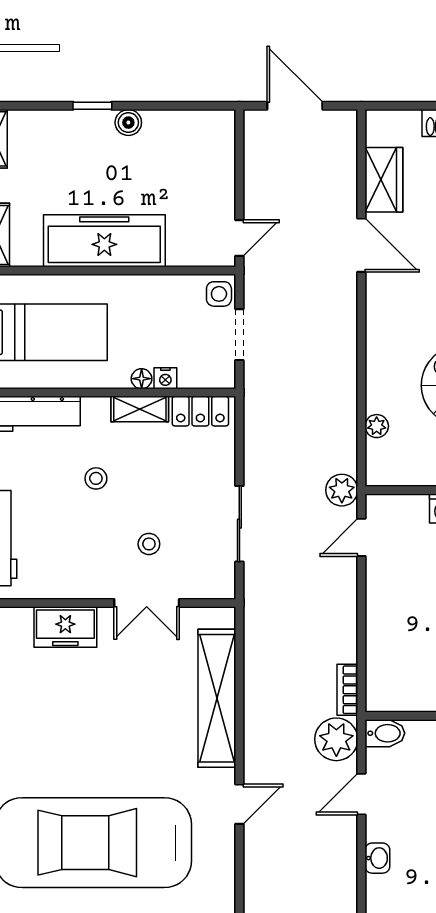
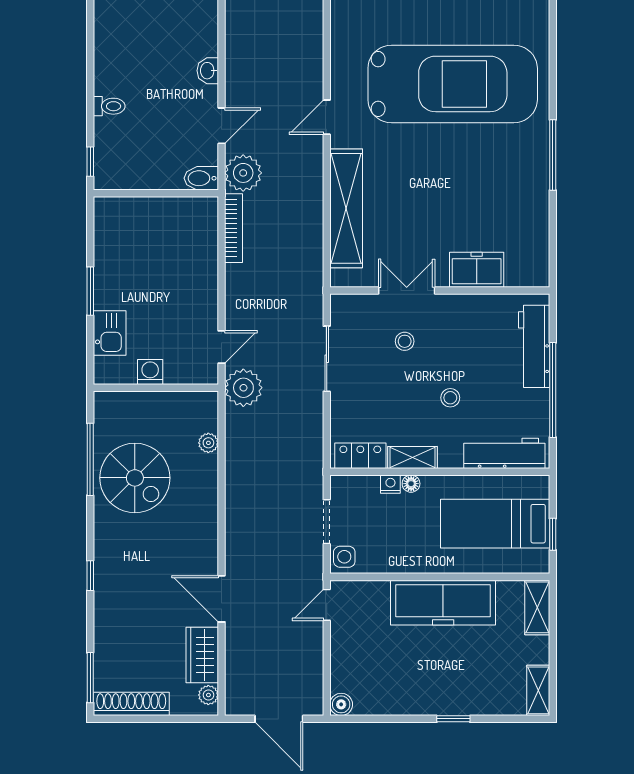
boiler: (128, 123) -> (341, 704), moved
plant: (377, 133) -> (208, 695), added
plant: (342, 490) -> (243, 388), width x1.36, depth x1.36
bookcase: (347, 690) -> (234, 228), width x1.56

